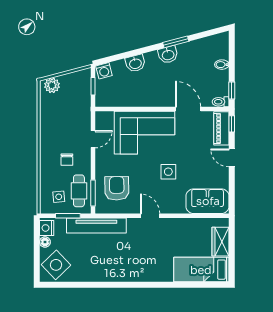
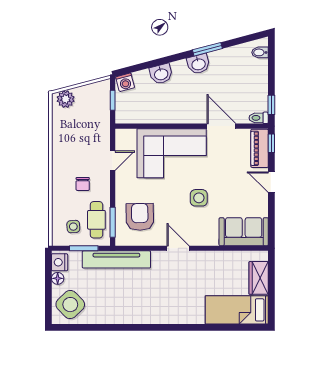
bidet: (222, 65) -> (260, 52), moved

